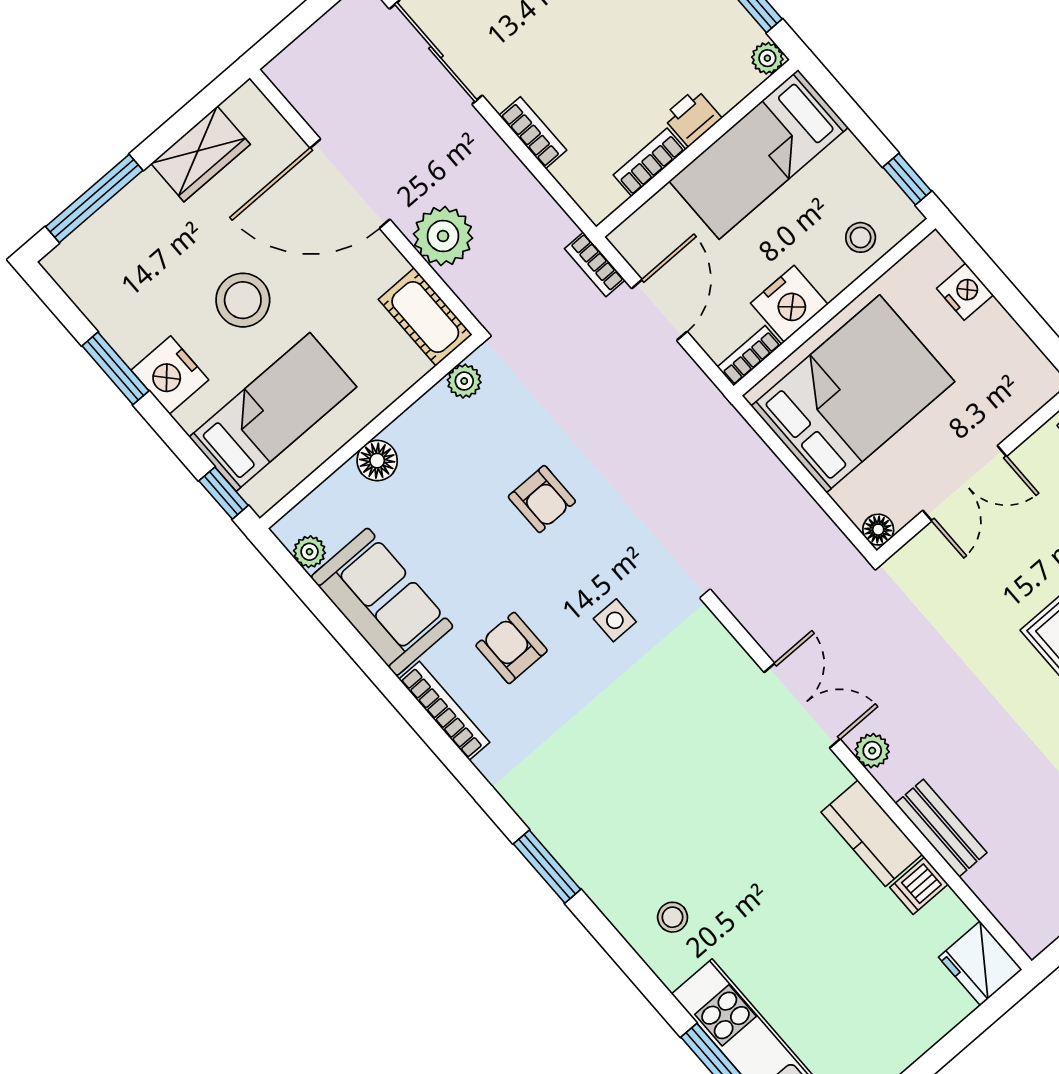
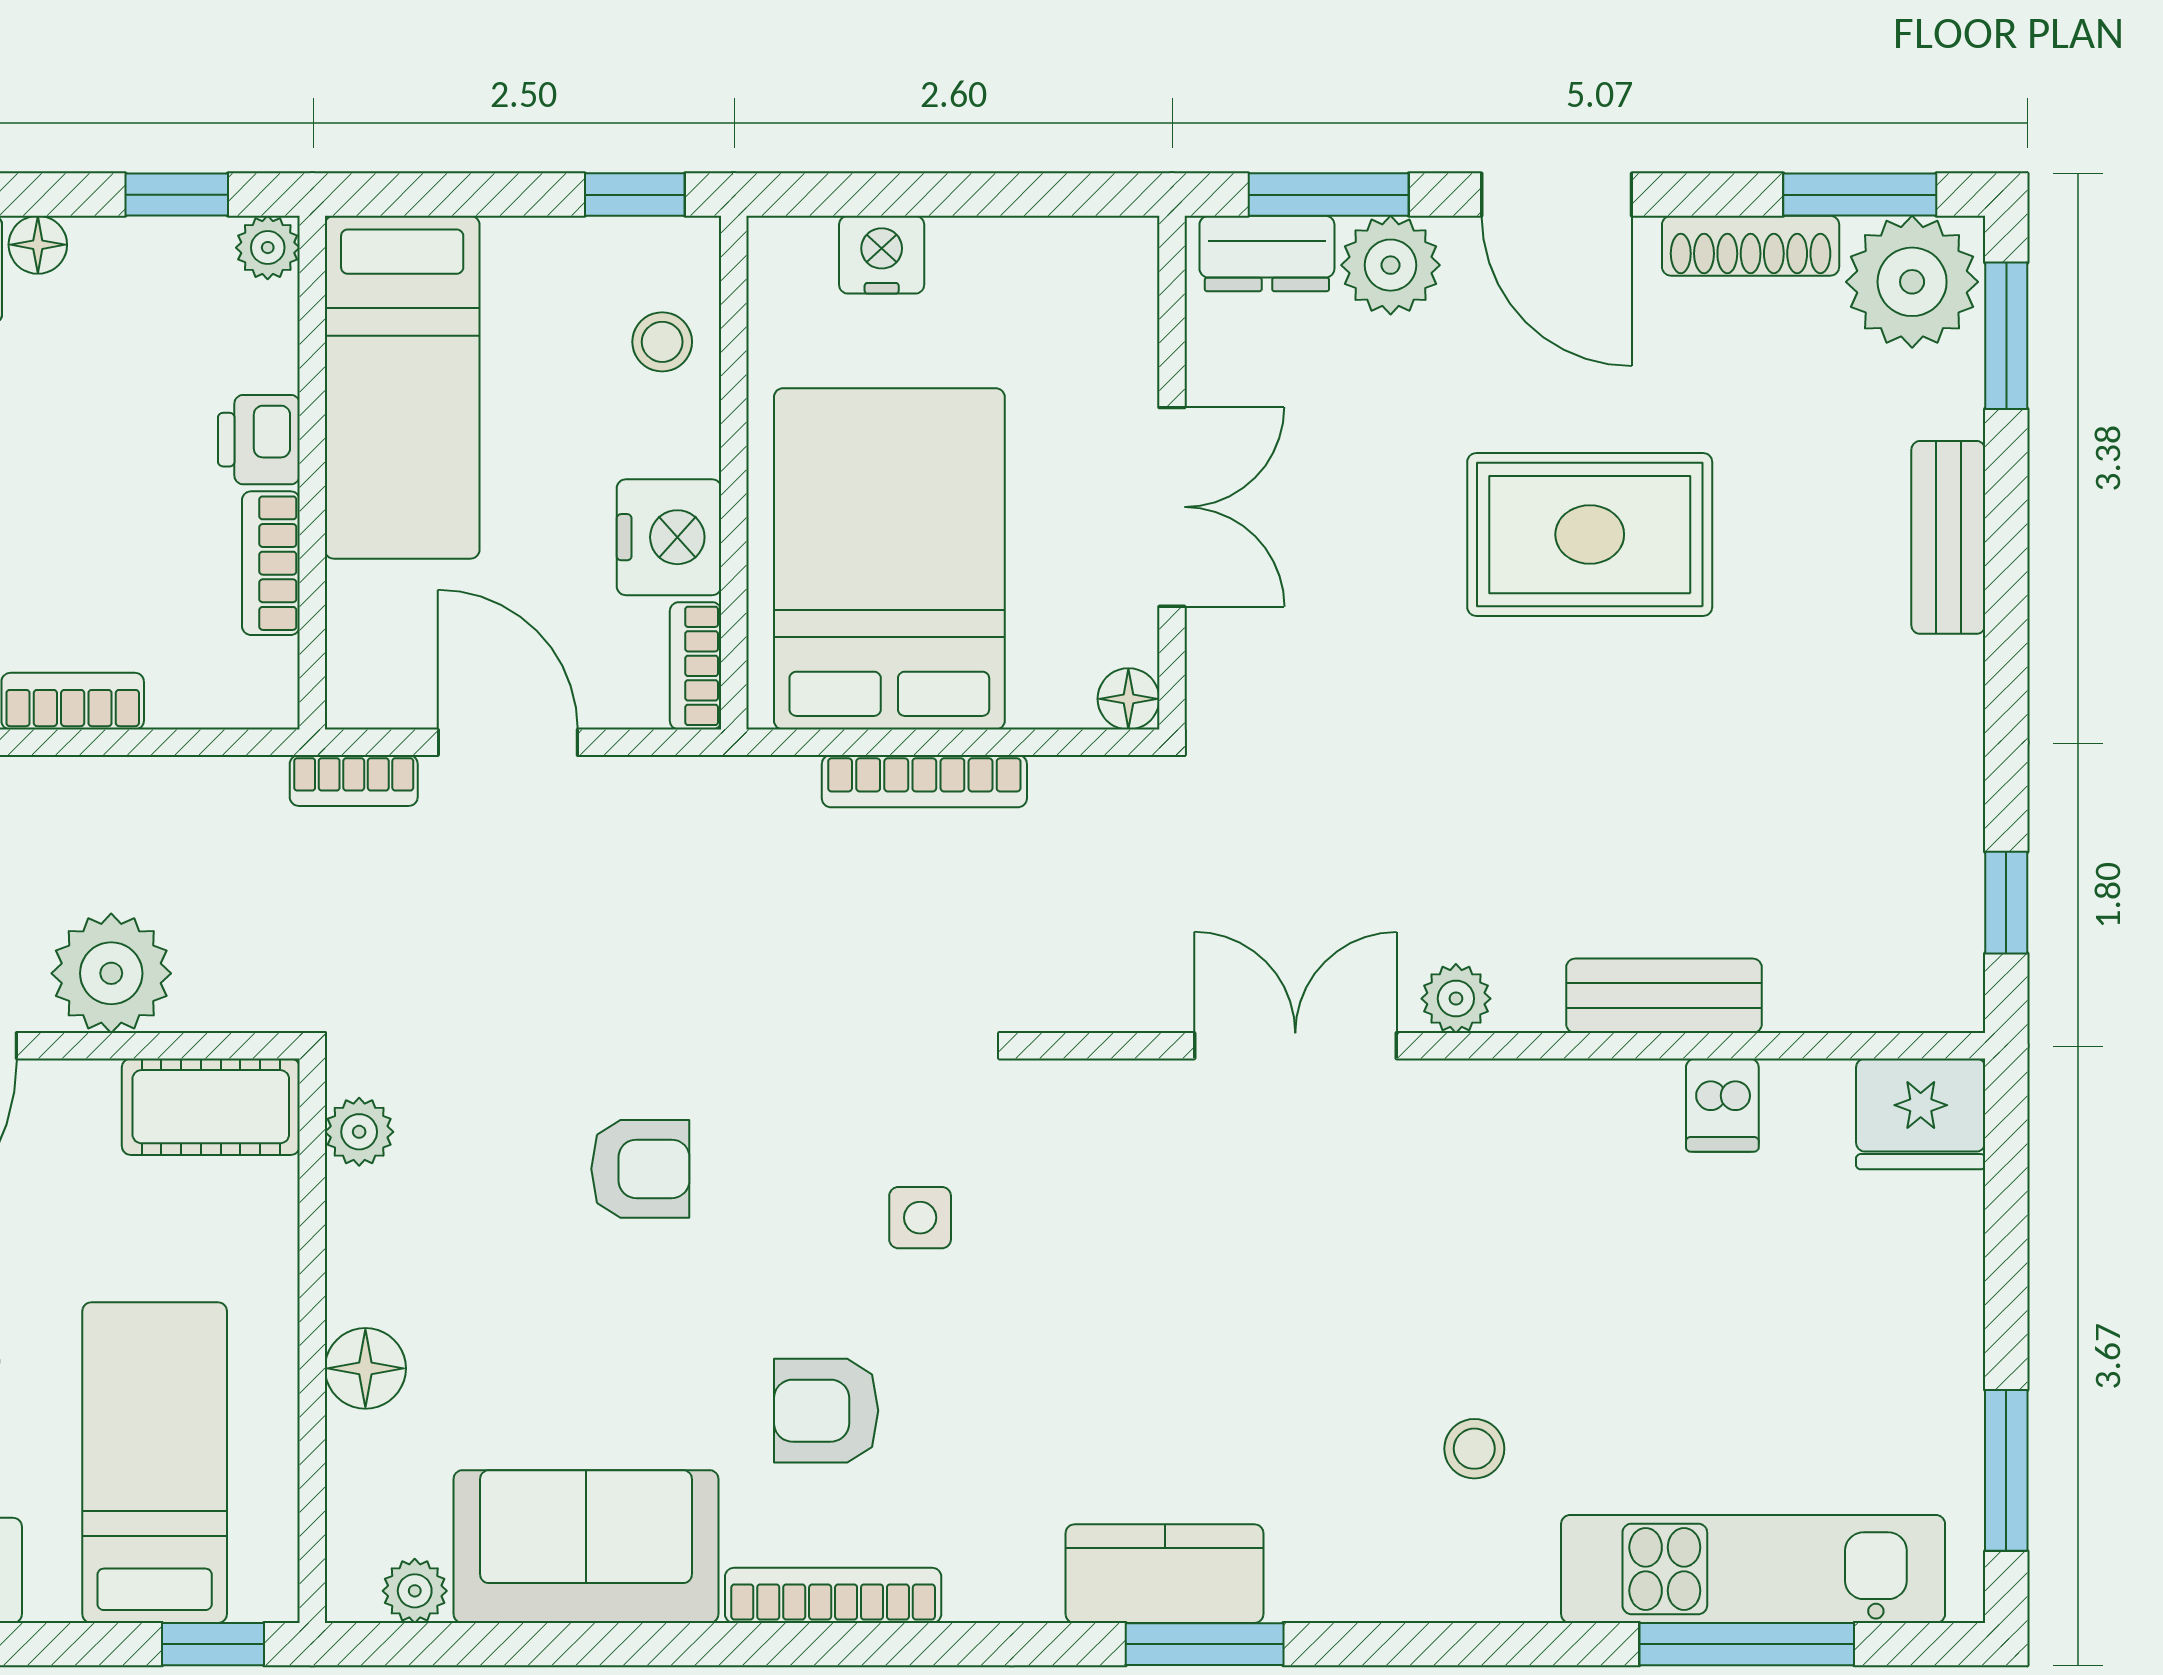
bookcase: (781, 480) -> (924, 781), added
kitchen counter: (872, 833) -> (1165, 1574), moved, turned 180
stool: (673, 917) -> (1474, 1449), moved

